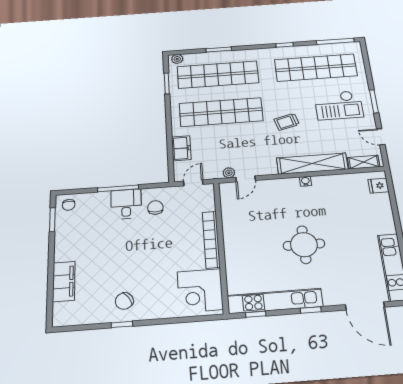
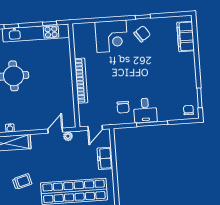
filing cabinet: (64, 282) -> (186, 37), moved
corner desk: (200, 291) -> (111, 36), moved, turned 90

